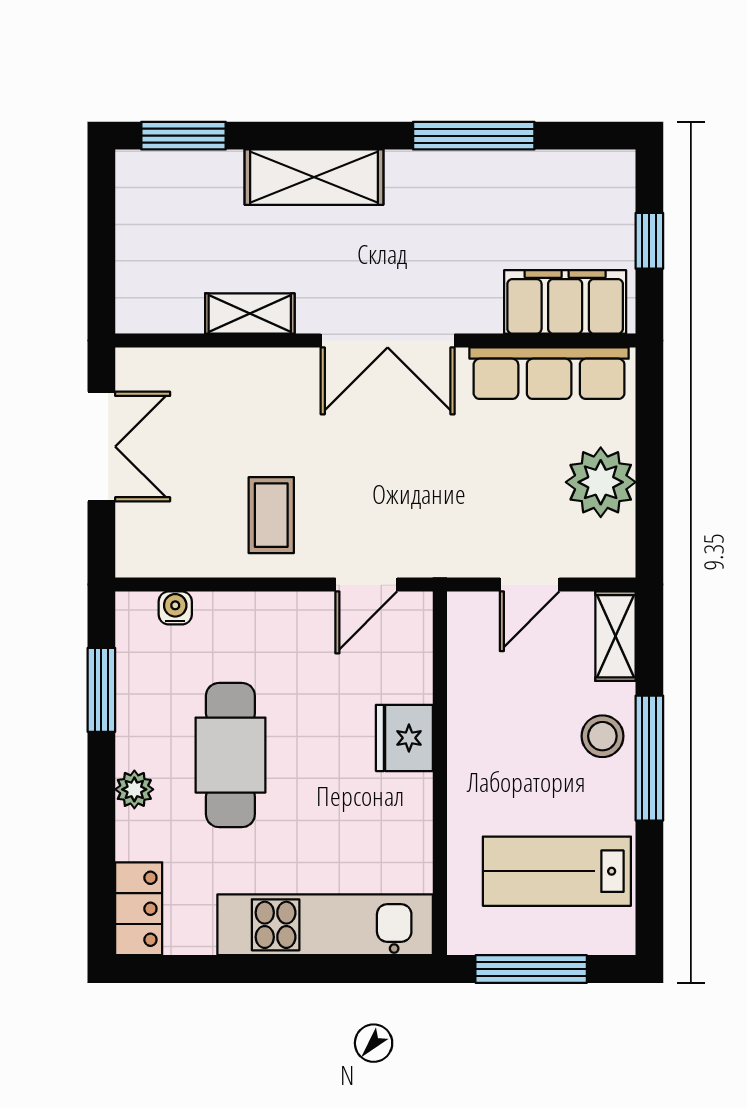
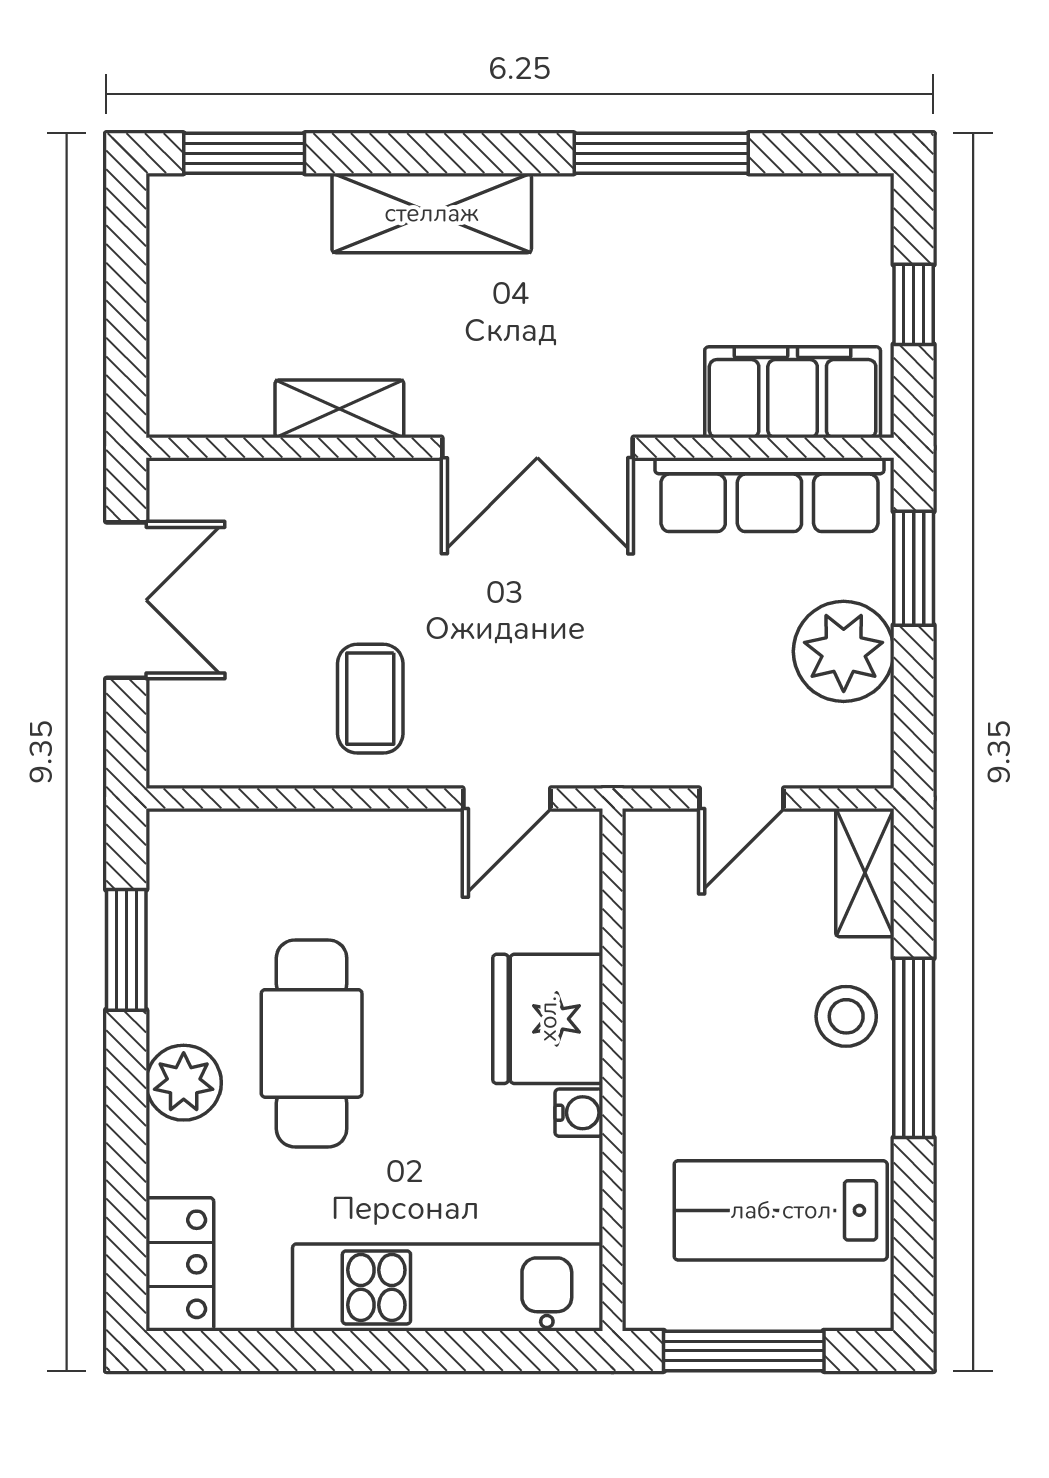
window: (649, 424) -> (914, 568), added
water cooler: (175, 608) -> (579, 1113), moved, turned 90
fridge: (404, 738) -> (548, 1019), width x1.36, depth x1.34
plant: (134, 789) -> (184, 1083), width x1.38, depth x1.38

